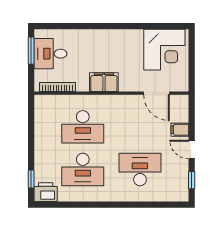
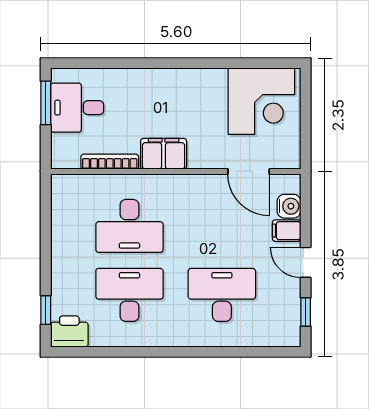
bookcase: (58, 87) -> (110, 162), moved
water cooler: (181, 115) -> (289, 206), added
desk: (83, 169) -> (129, 295), turned 180

